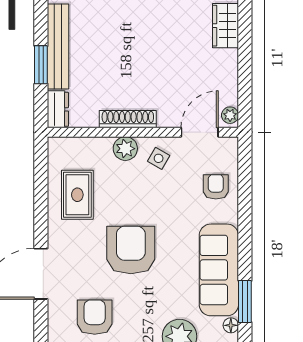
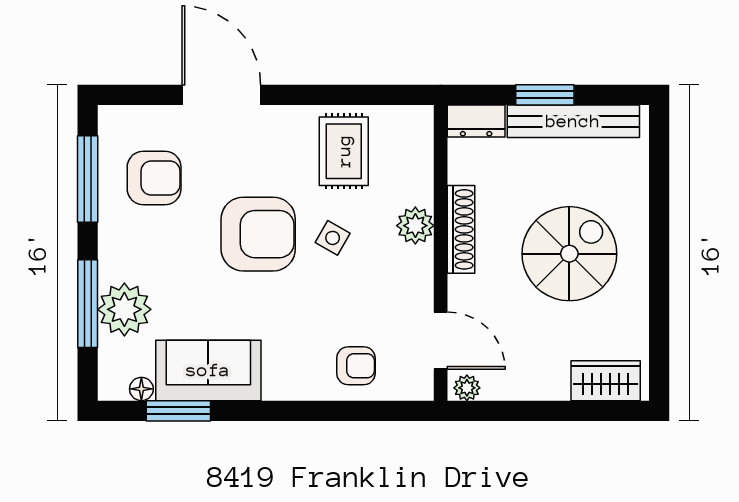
spiral stairs: (143, 49) -> (569, 254), added
side table: (159, 158) -> (333, 238), moved
rug: (77, 195) -> (344, 151), turned 90
sofa: (219, 270) -> (208, 370), width x0.73

